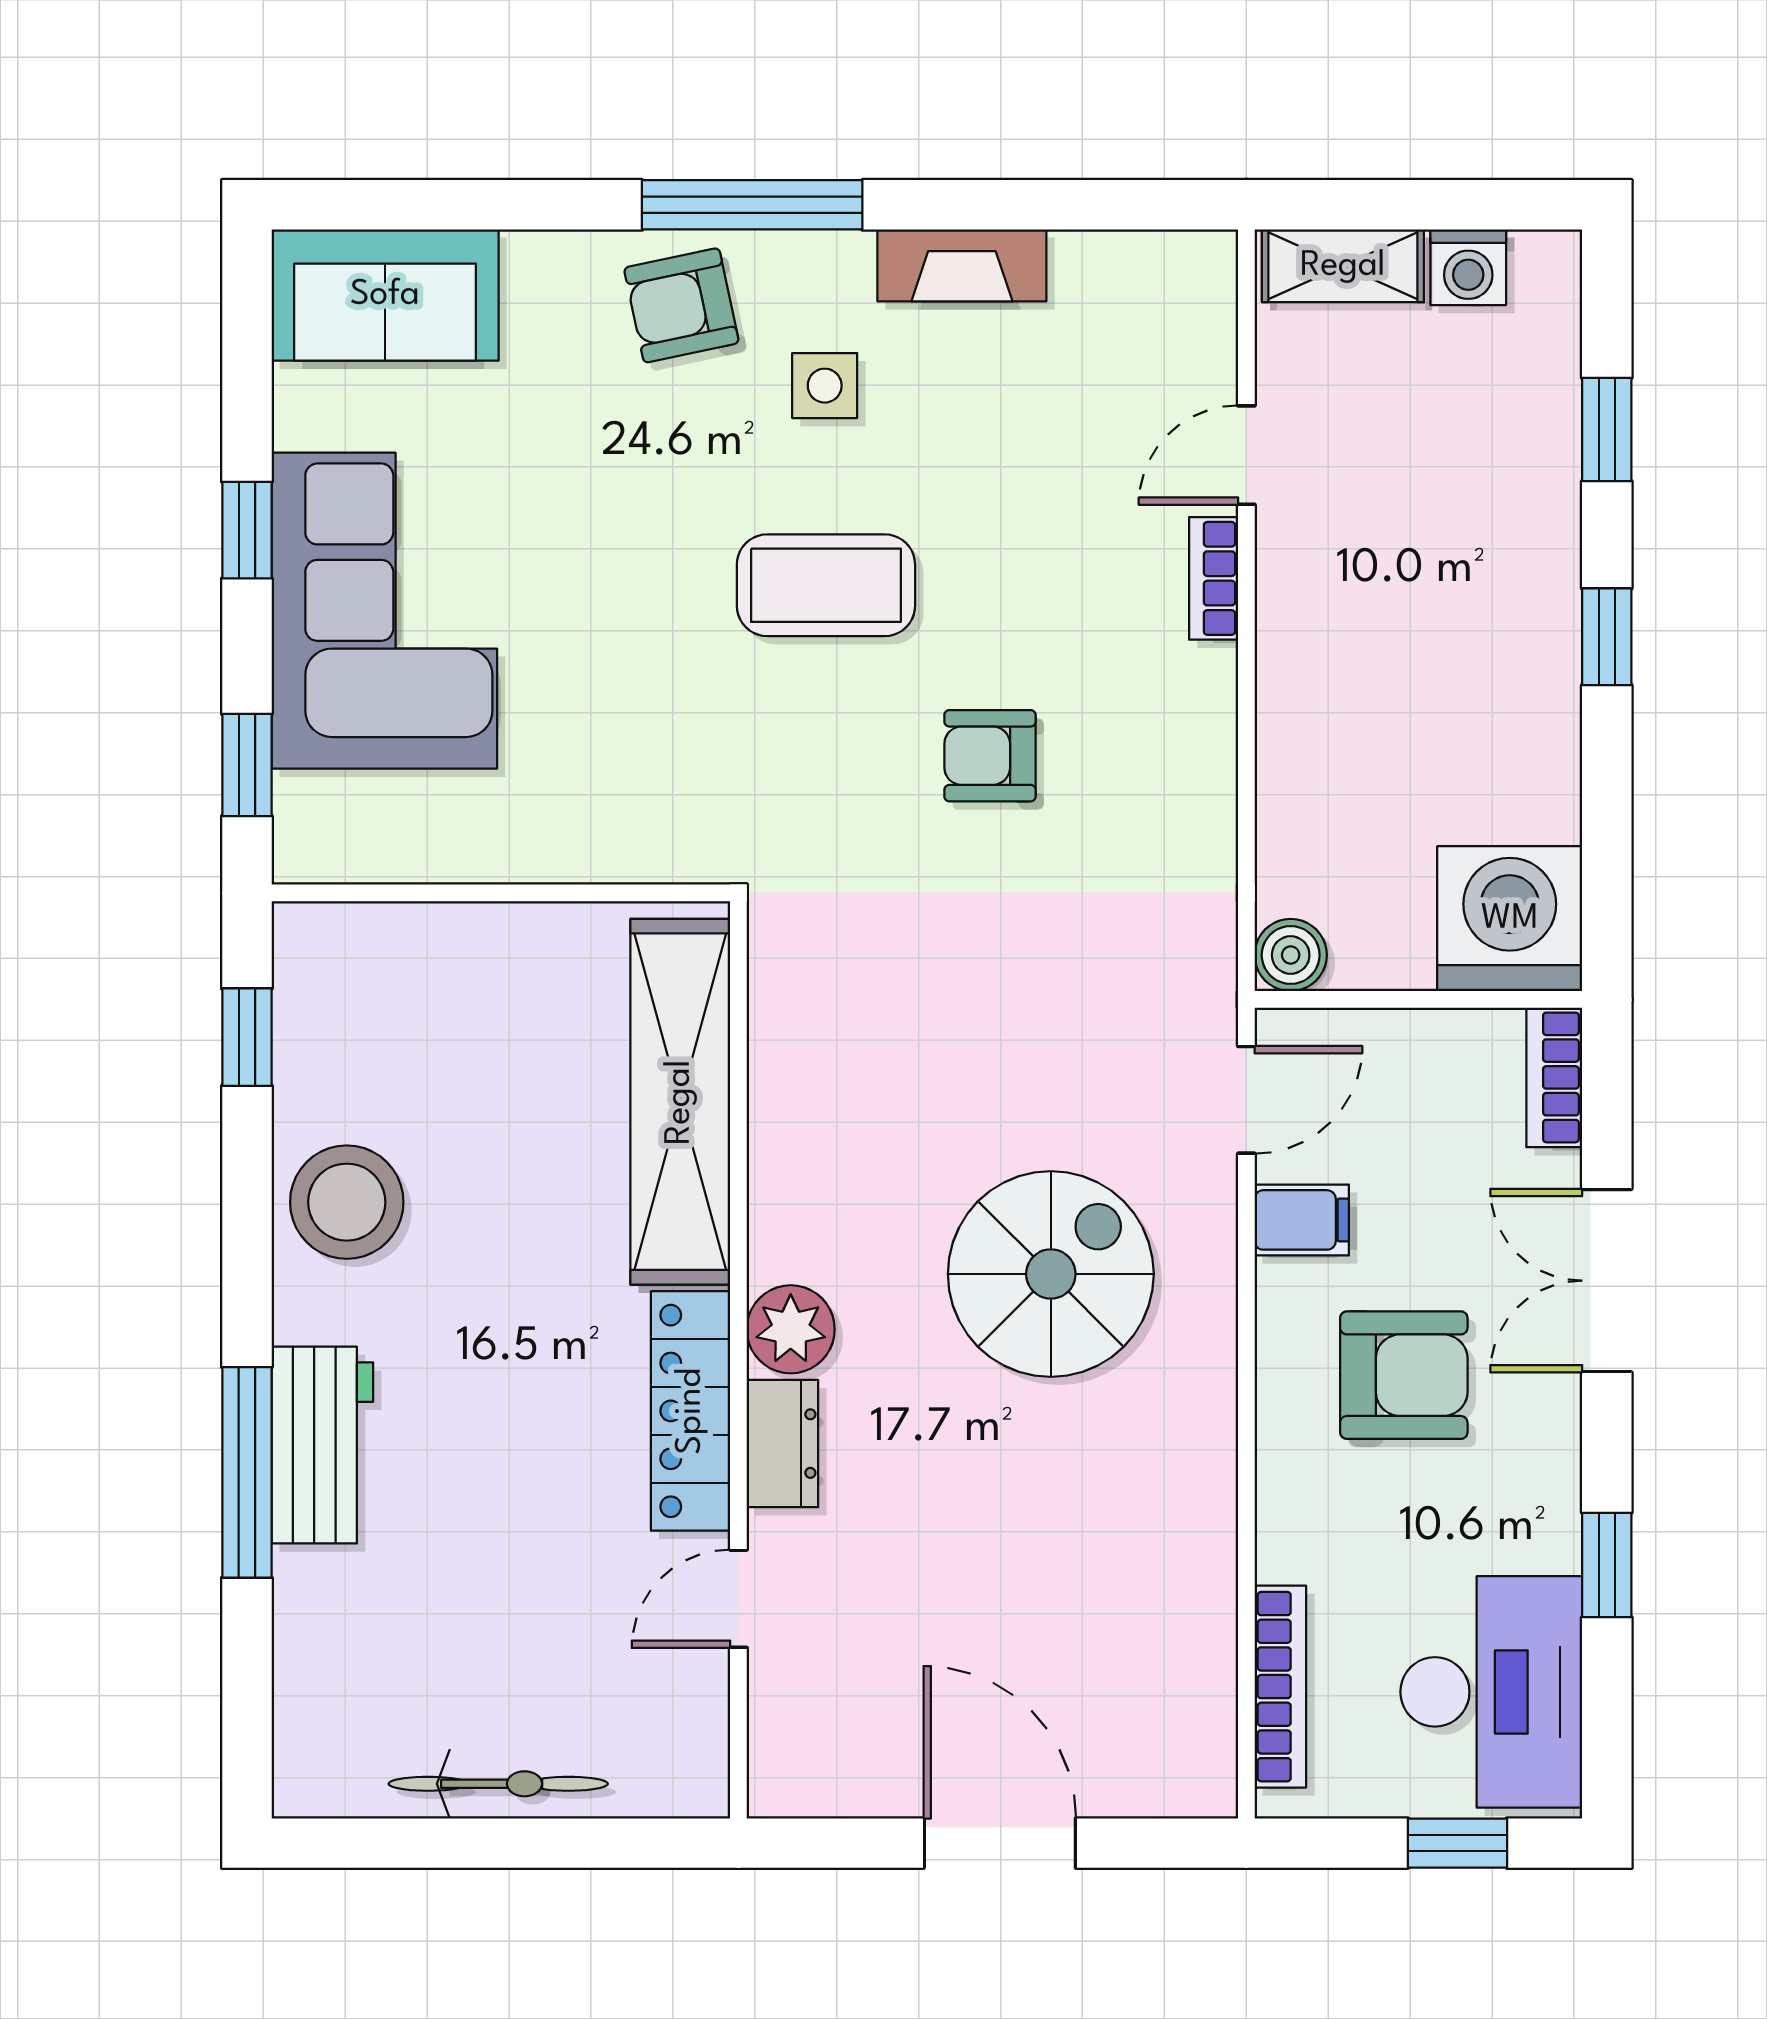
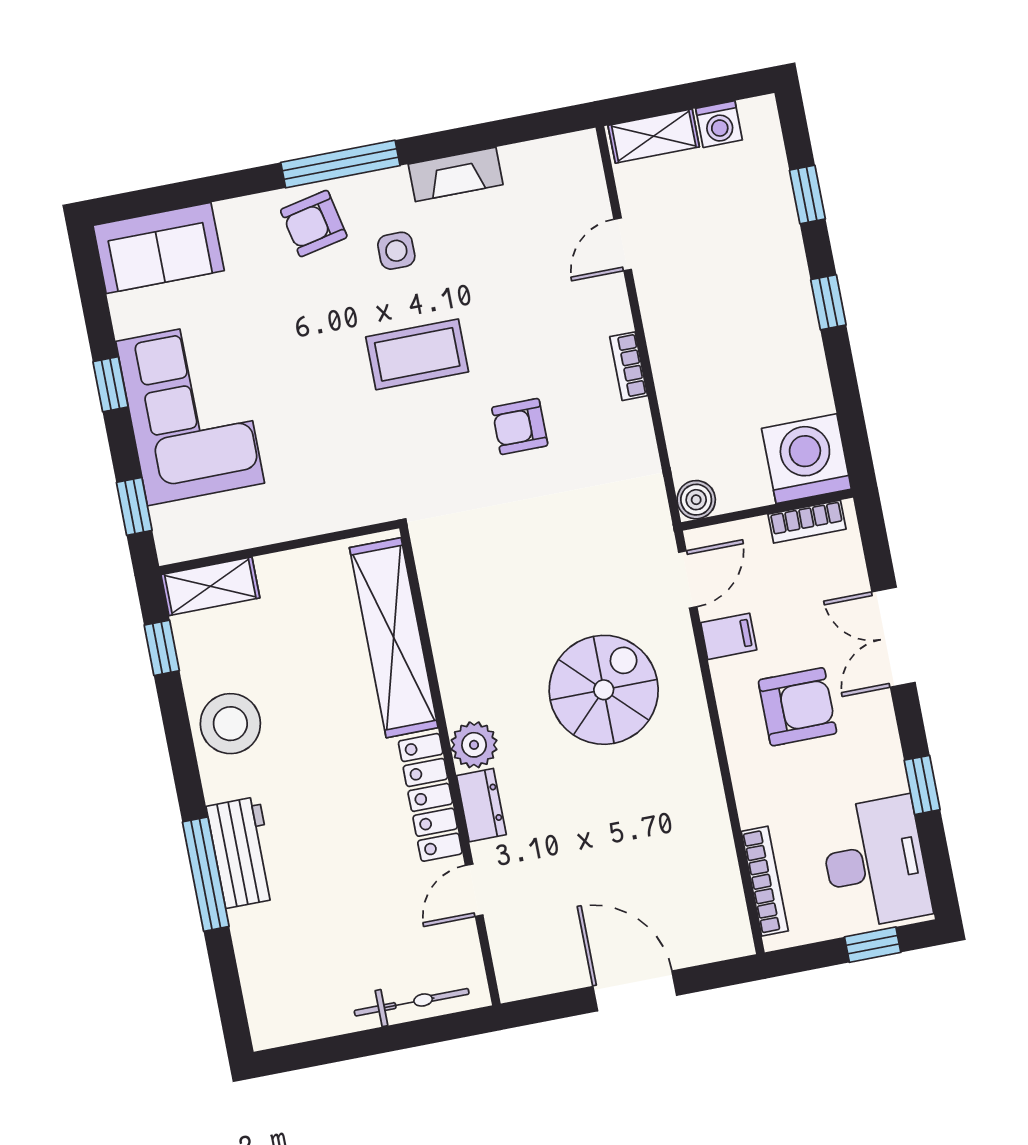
bookcase: (1214, 578) -> (629, 366), moved
shelving: (359, 940) -> (210, 586), added
bookcase: (1554, 1077) -> (807, 522), moved, turned -90
bicycle: (498, 1784) -> (412, 1002), moved

